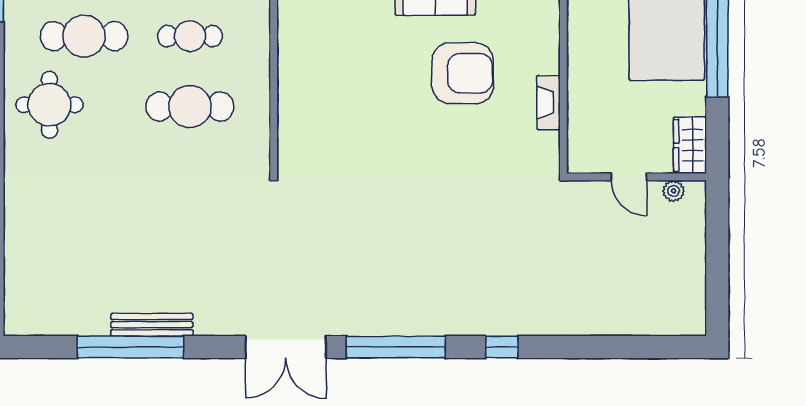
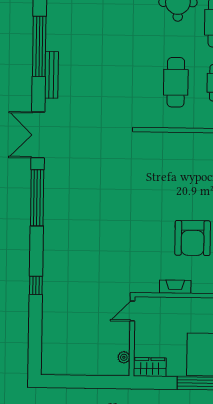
door: (629, 177) -> (132, 311), moved
bench: (152, 325) -> (52, 75), moved
window: (502, 347) -> (36, 285), moved

